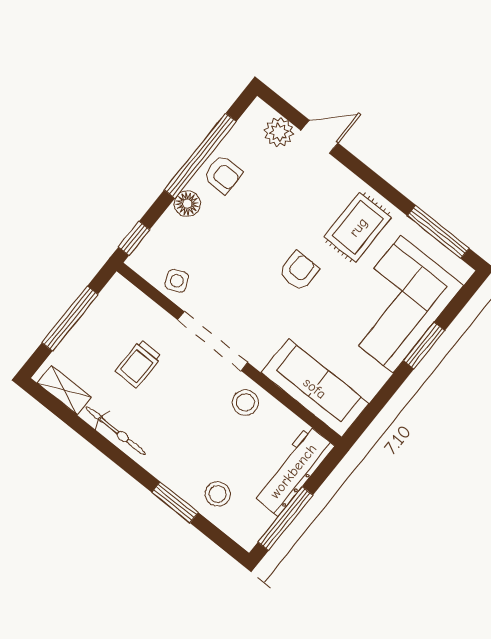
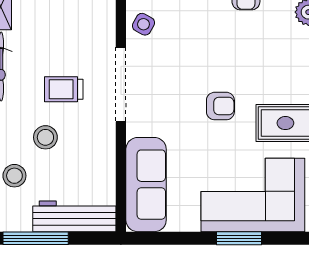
side table: (177, 281) -> (144, 24), turned -37
trolley: (138, 364) -> (64, 89), moved
stool: (245, 402) -> (45, 137), moved

